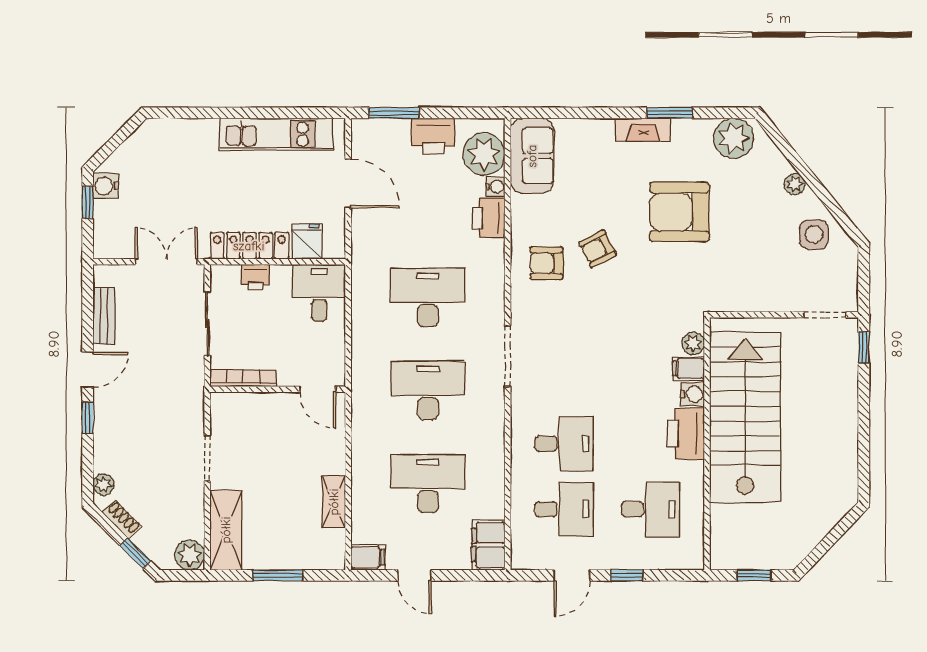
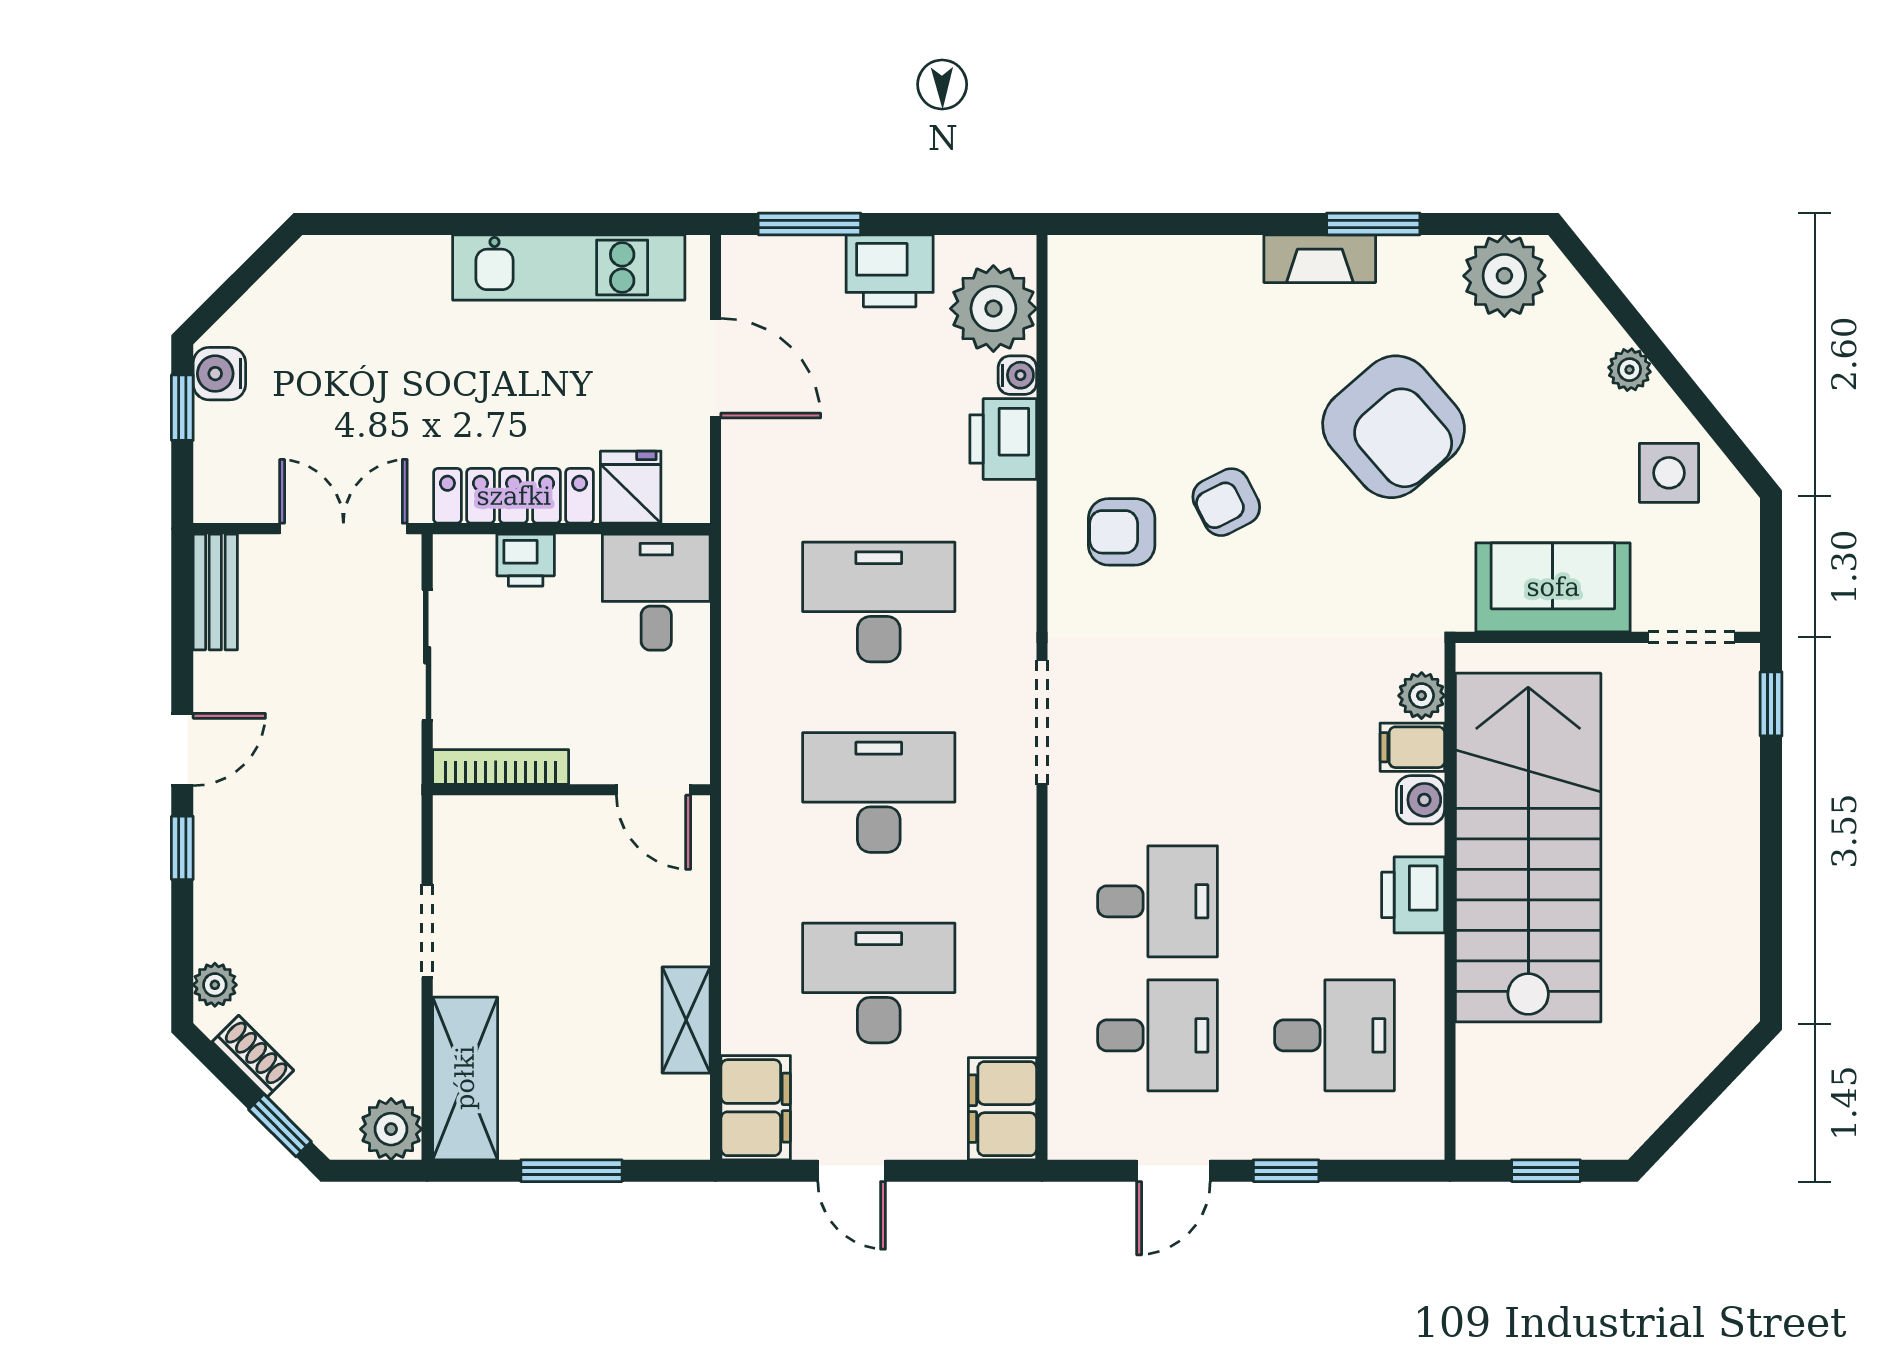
sofa: (532, 156) -> (1553, 587), moved, turned -90
armchair: (679, 212) -> (1394, 427), turned -131
bench: (104, 316) -> (215, 592), moved
printer: (686, 434) -> (1413, 895), width x0.73, depth x0.84
filing cabinet: (368, 557) -> (756, 1108), width x2.00

